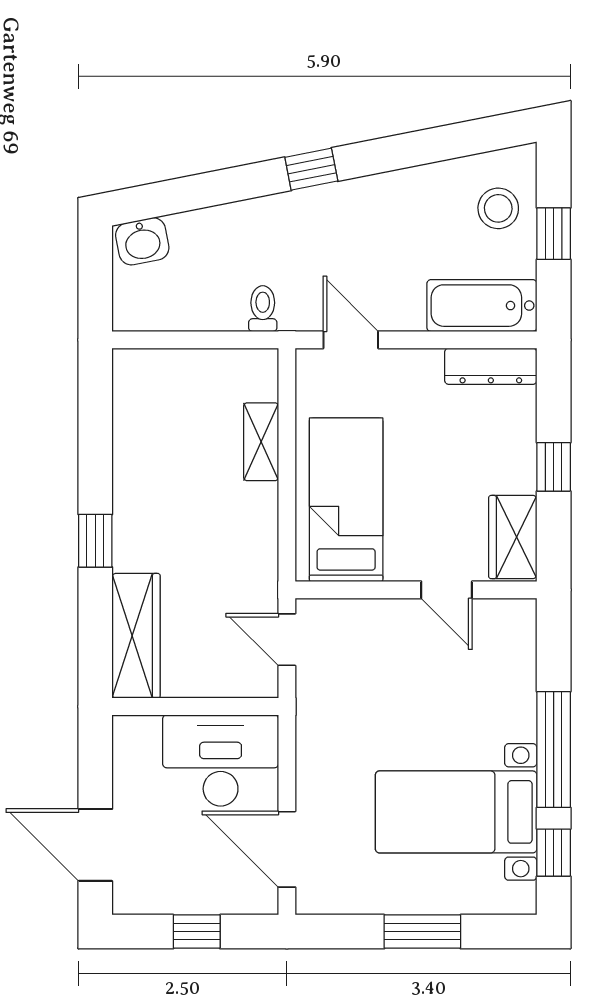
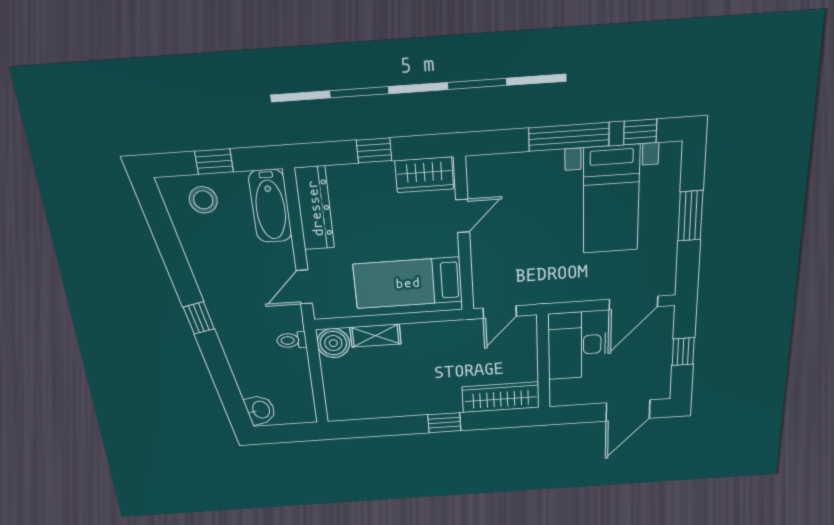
dresser: (491, 366) -> (315, 208), width x1.37, depth x1.24
boiler: (253, 374) -> (333, 343), added

